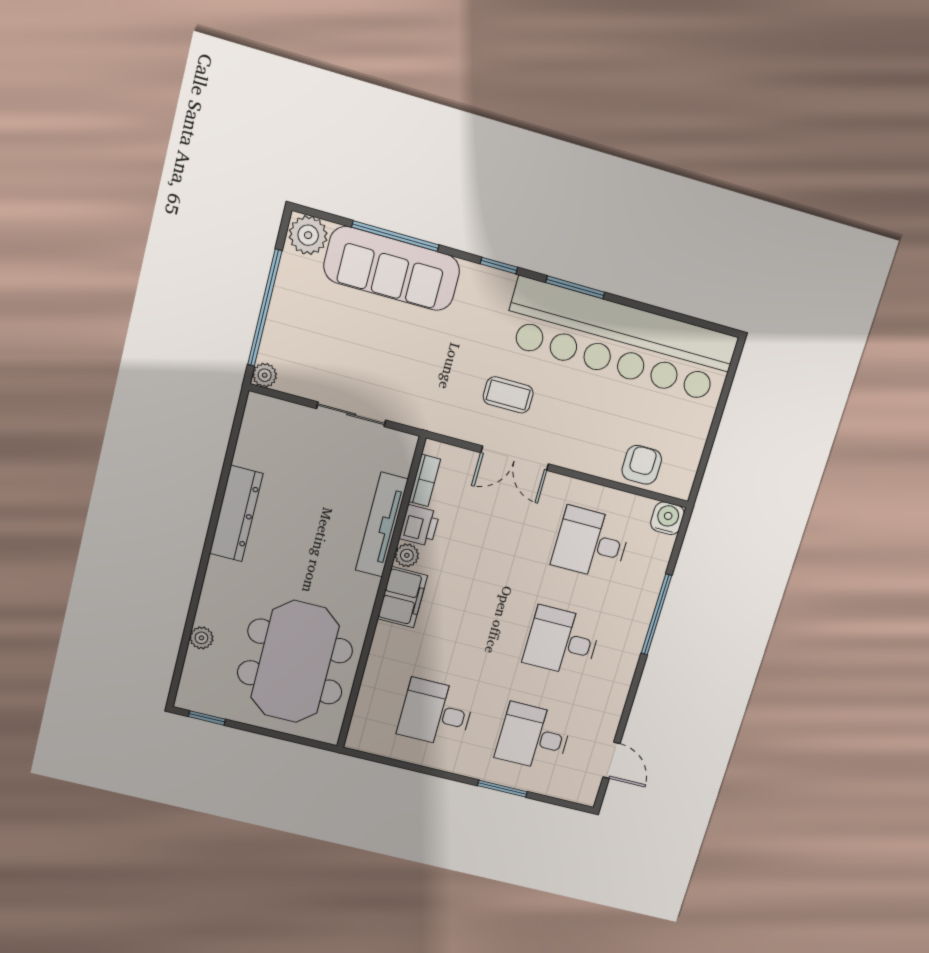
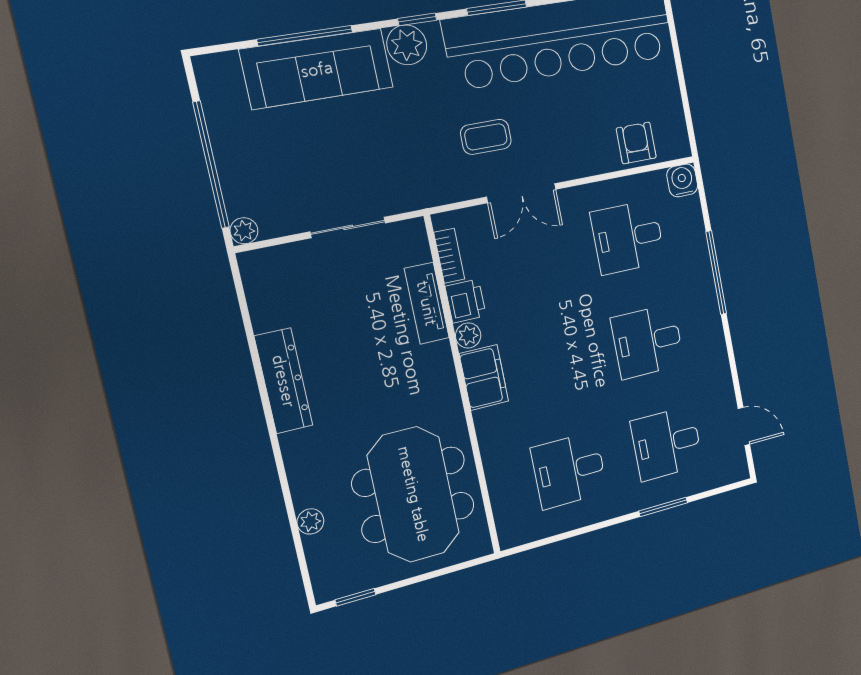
plant: (308, 235) -> (407, 45), moved
tv unit: (382, 525) -> (427, 303), width x0.71

